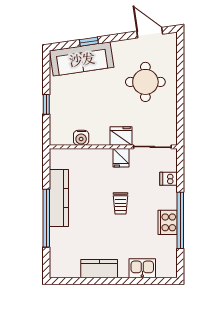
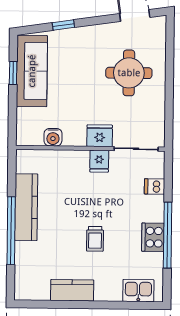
sofa: (82, 59) -> (32, 71), moved, turned -82
window: (46, 104) -> (13, 73), moved
trolley: (121, 203) -> (95, 239), moved
kitchen sink: (142, 268) -> (138, 291), moved

